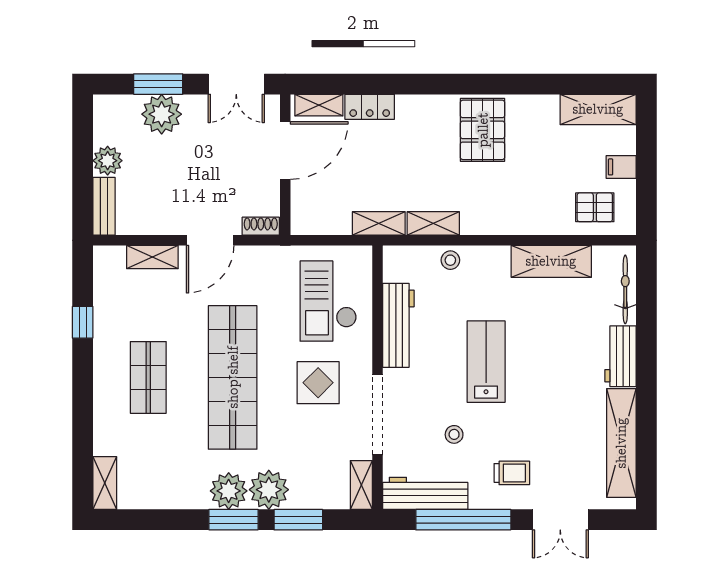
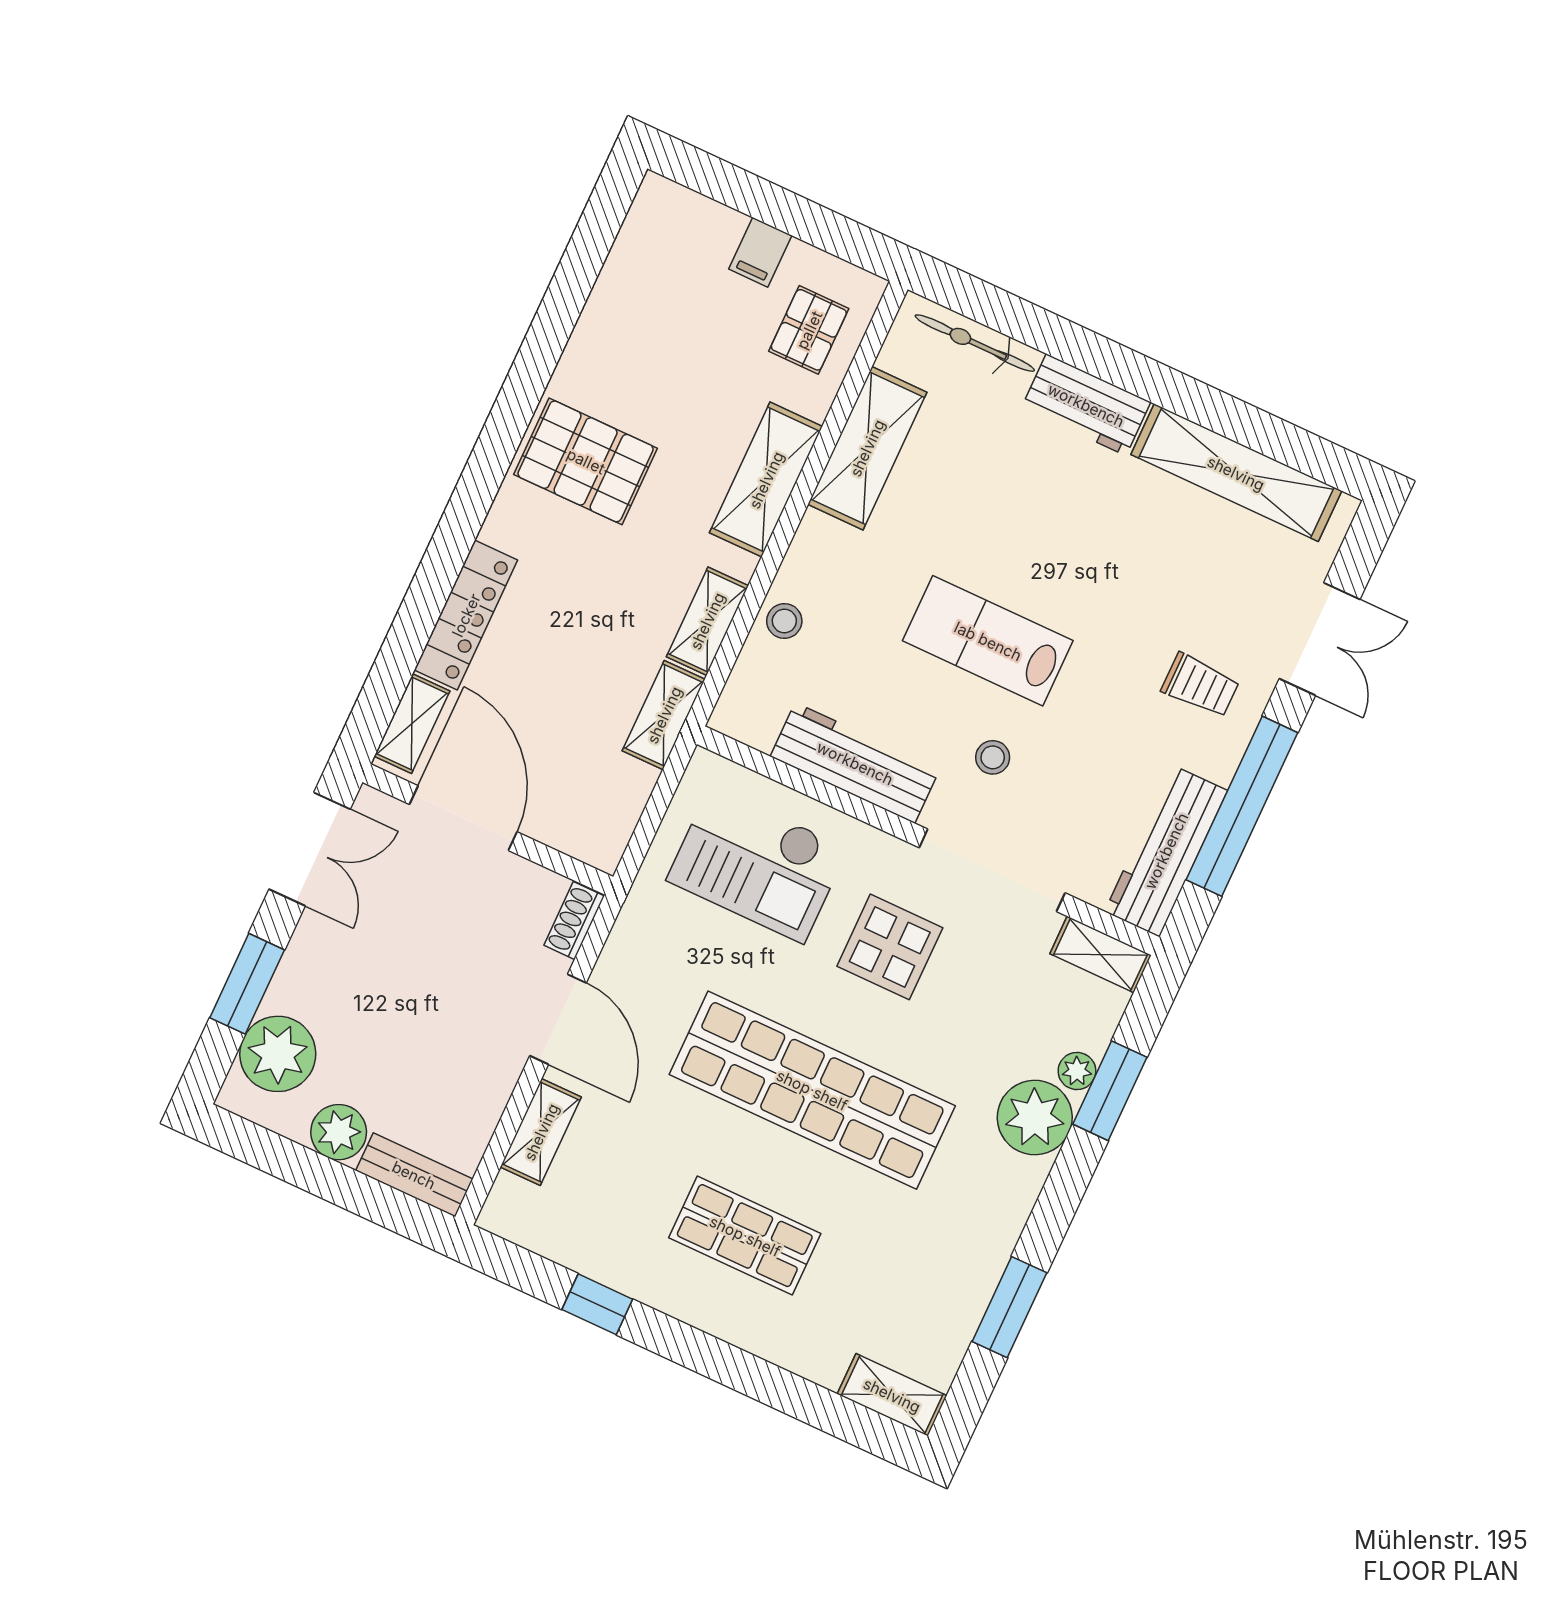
locker: (370, 107) -> (466, 615), width x1.53
shelving: (598, 109) -> (766, 480), moved
plant: (162, 114) -> (278, 1054), moved
stool: (454, 434) -> (993, 757), moved
trolley: (512, 473) -> (1200, 685), turned 90
plant: (229, 491) -> (1077, 1071), moved, width x0.53, depth x0.53
window: (233, 520) -> (1009, 1307), moved

